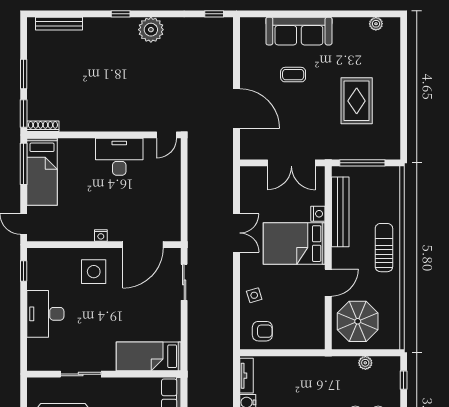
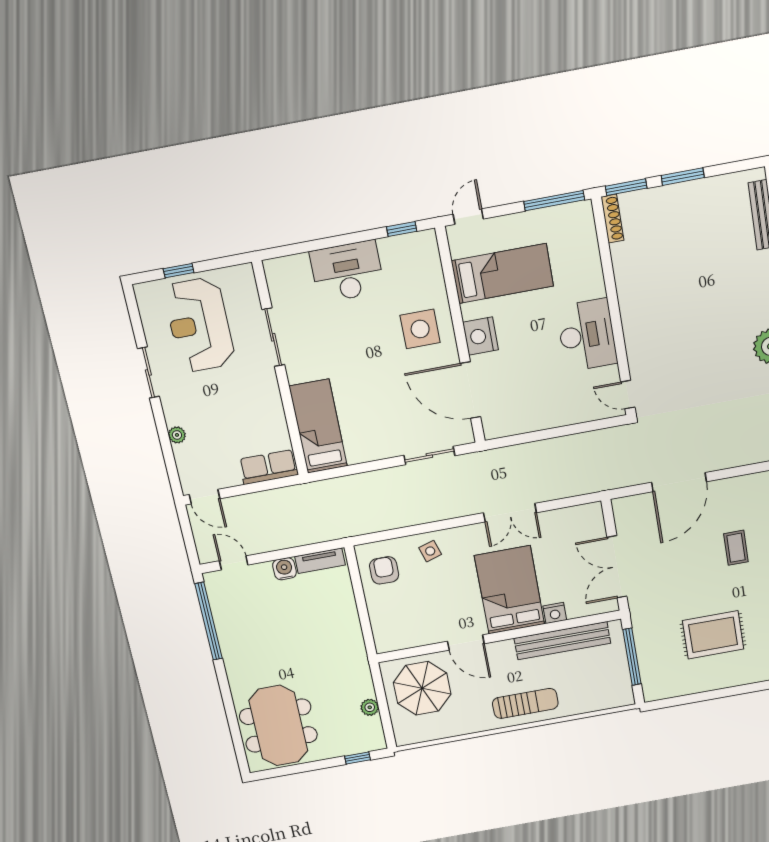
bed: (42, 172) -> (502, 273), moved, turned 180
nightstand: (101, 235) -> (480, 336), width x1.89, depth x1.79
armchair: (262, 331) -> (384, 570), turned 180

